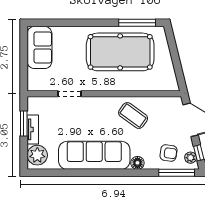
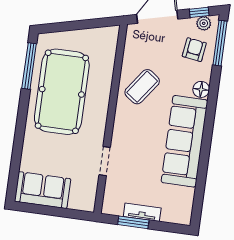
plant: (37, 155) -> (174, 211), removed

